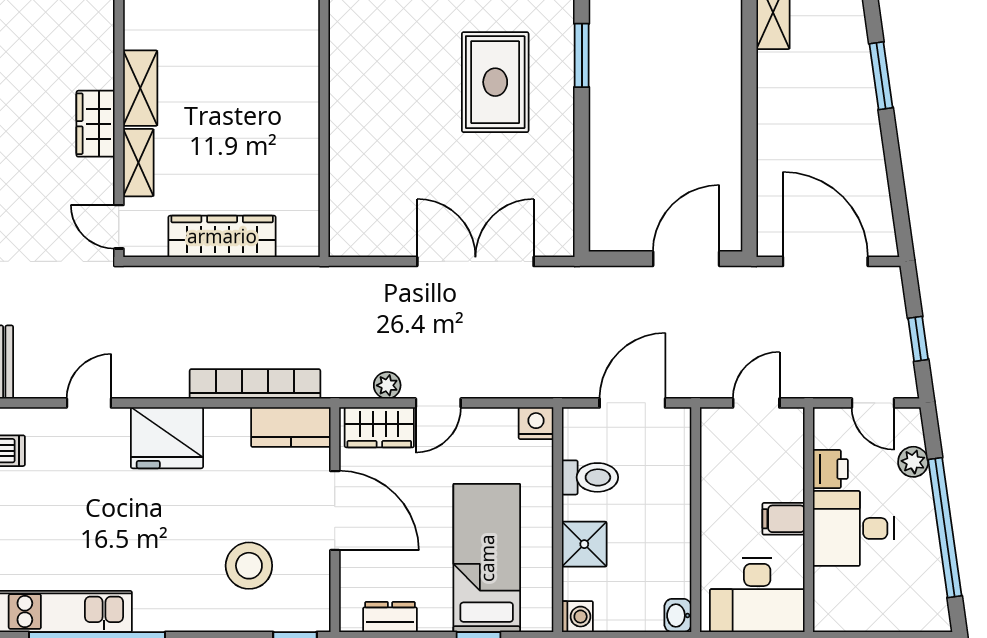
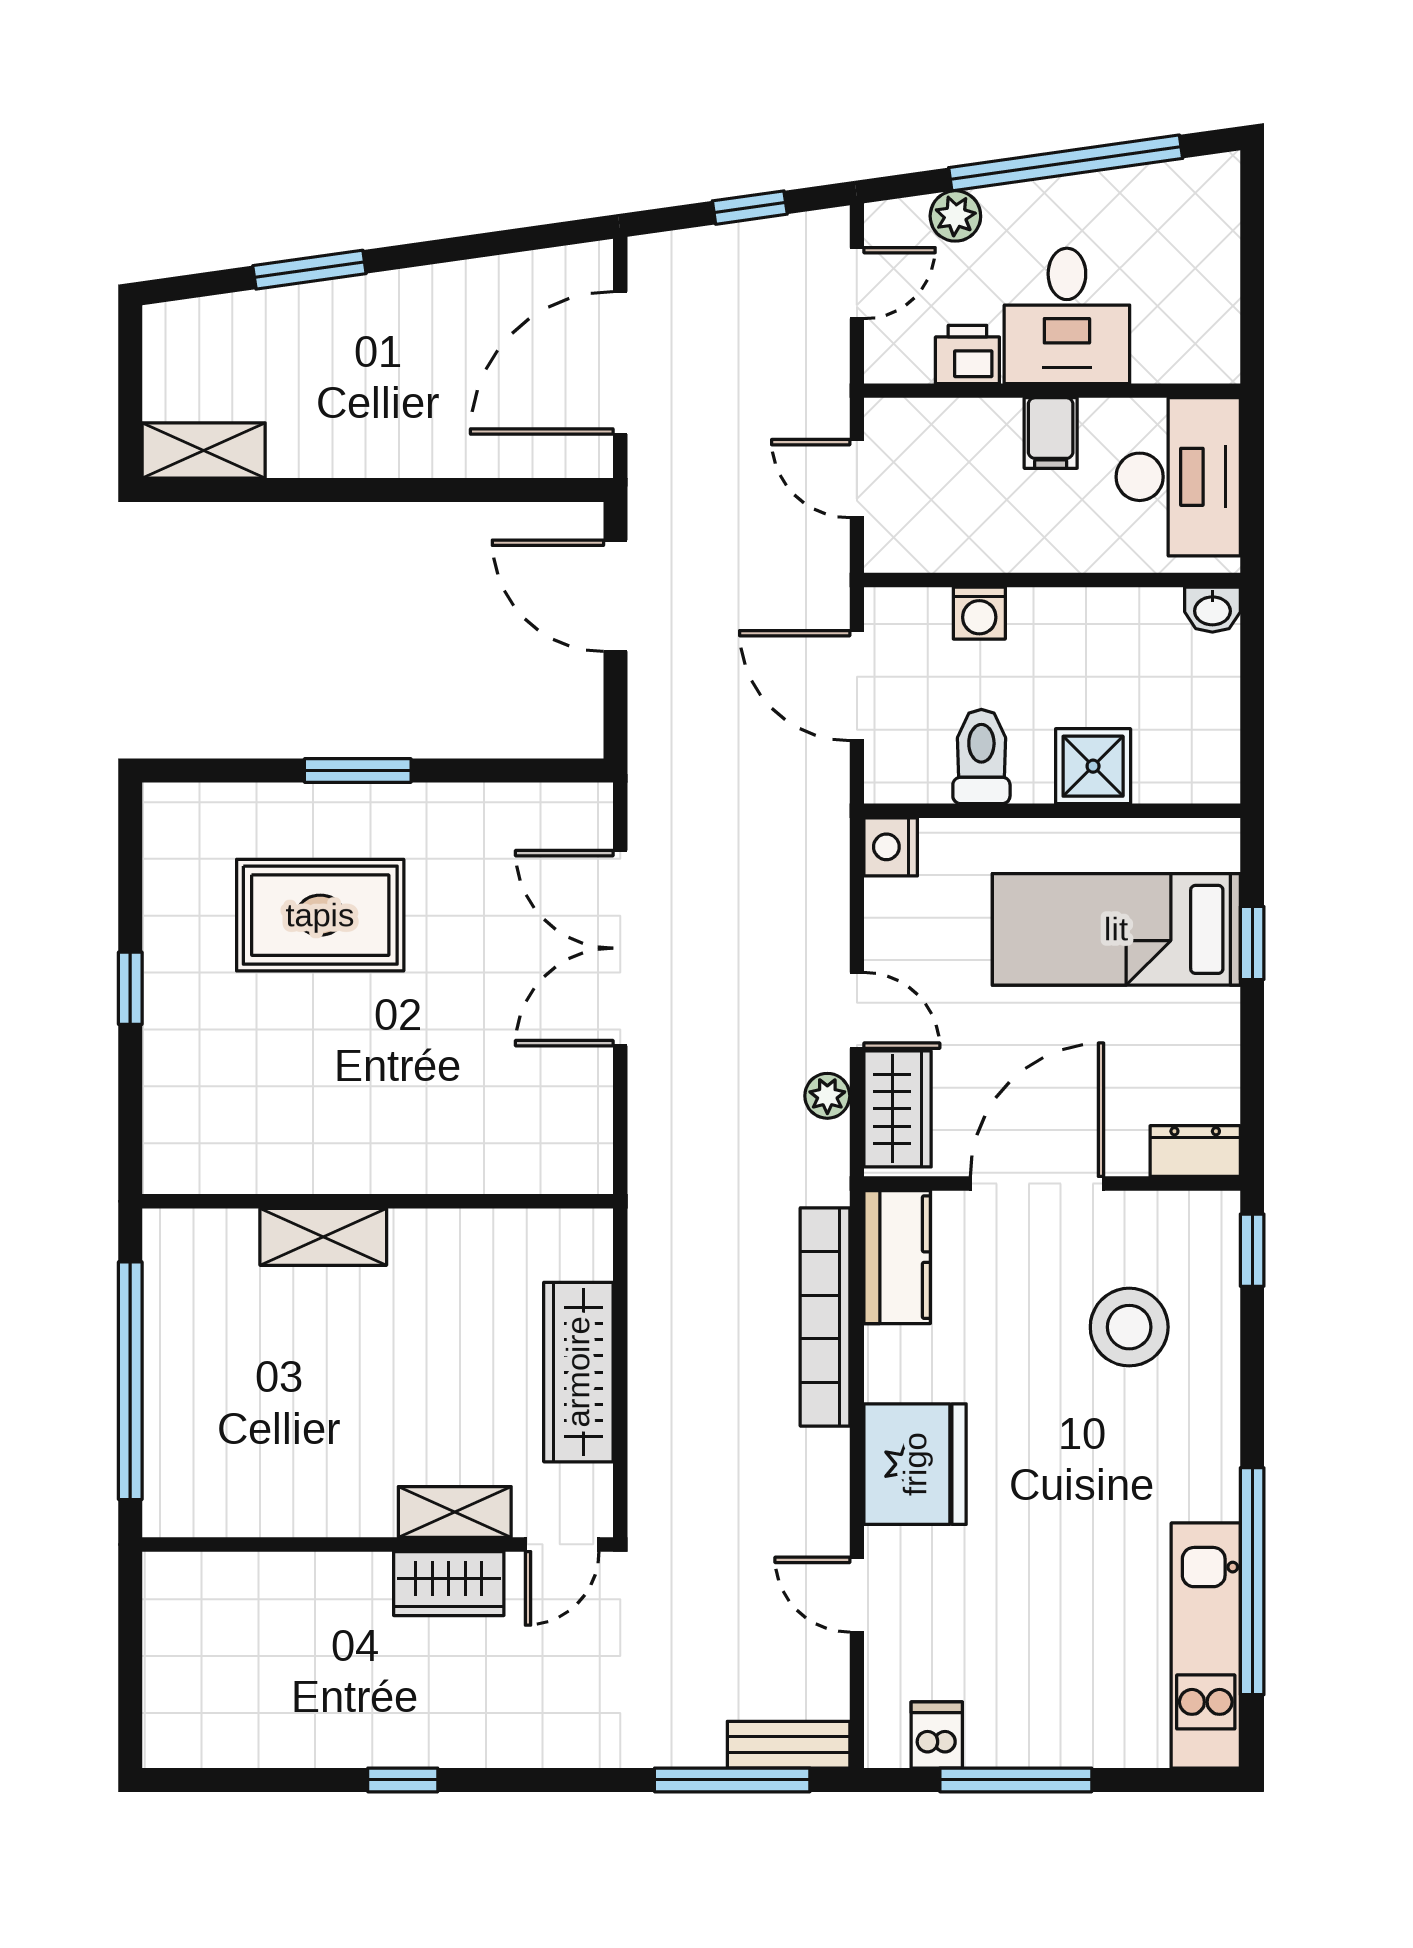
window: (582, 55) -> (358, 770), moved
shelving: (140, 88) -> (323, 1237), moved
wardrobe: (96, 124) -> (449, 1584), moved
dresser: (390, 617) -> (1195, 1151), moved, turned 90
washing machine: (577, 617) -> (979, 613), moved, turned 180

